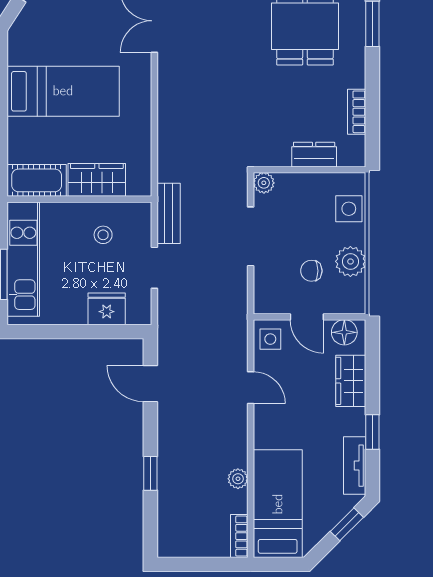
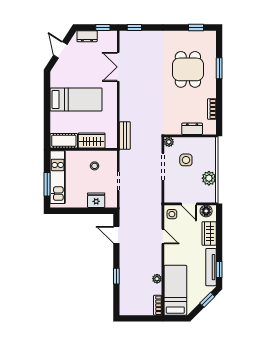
side table: (349, 209) -> (186, 160), moved
bench: (169, 213) -> (125, 135), moved
chair: (311, 271) -> (191, 183), removed
window: (372, 432) -> (219, 270), moved
tv unit: (355, 466) -> (211, 267), width x1.41

